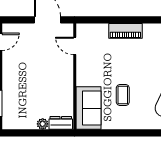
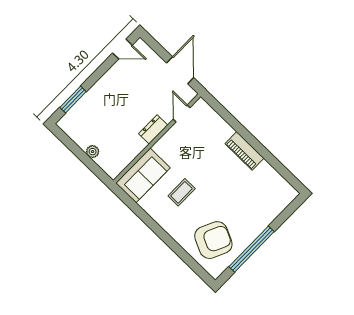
piano: (125, 31) -> (245, 151), moved
dresser: (61, 123) -> (153, 129), moved, turned -90

